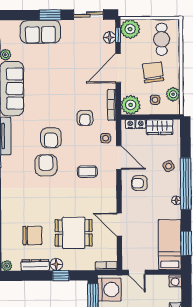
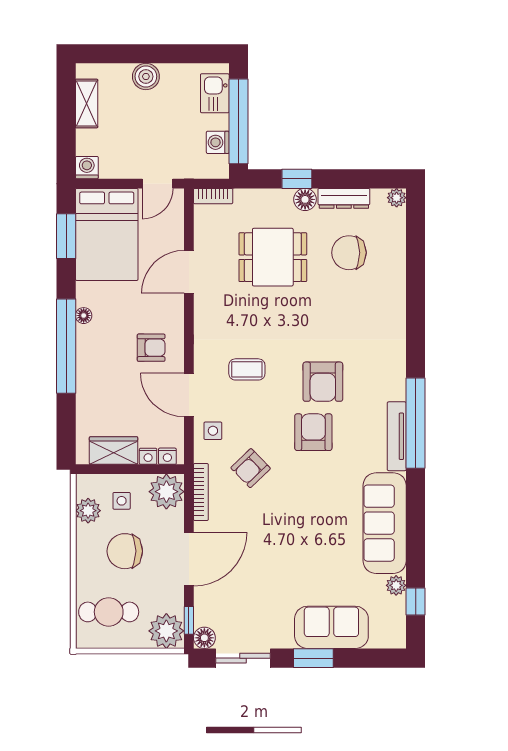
floor lamp: (110, 37) -> (204, 638), moved
cafe table: (162, 39) -> (109, 612), turned 90
chair: (153, 72) -> (125, 551), turned 97
armchair: (85, 118) -> (251, 468), turned -134
side table: (169, 166) -> (98, 378), removed
door: (119, 225) -> (189, 272), swing flipped
bed: (170, 245) -> (107, 234), width x1.50
door: (137, 272) -> (158, 184), swing flipped
washing machine: (109, 290) -> (218, 142), width x0.53, depth x0.53

